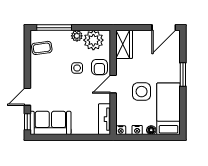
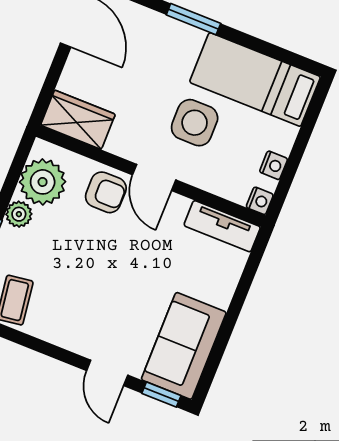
side table: (77, 68) -> (88, 241), removed
floor lamp: (151, 130) -> (286, 135), removed

